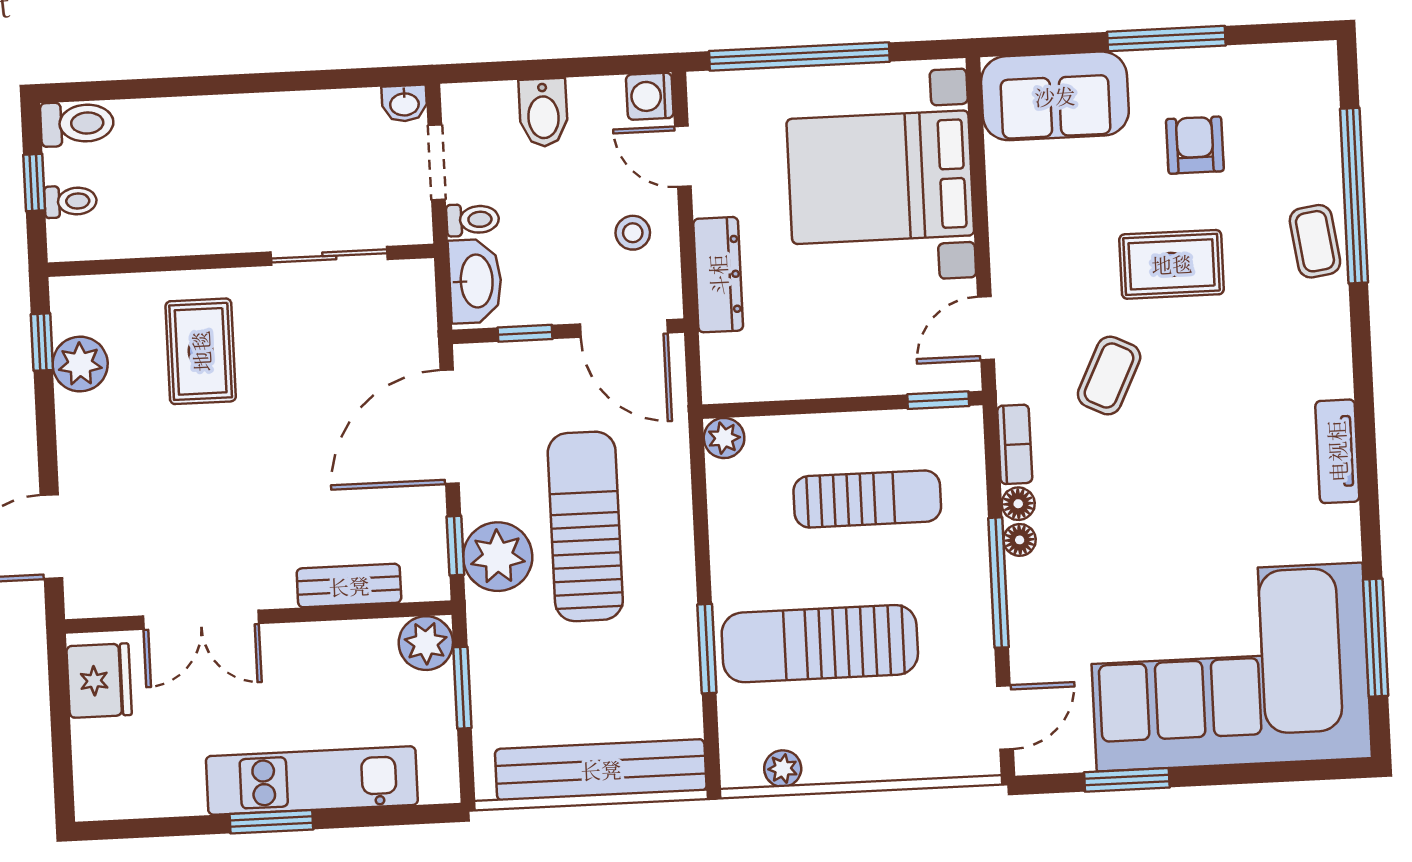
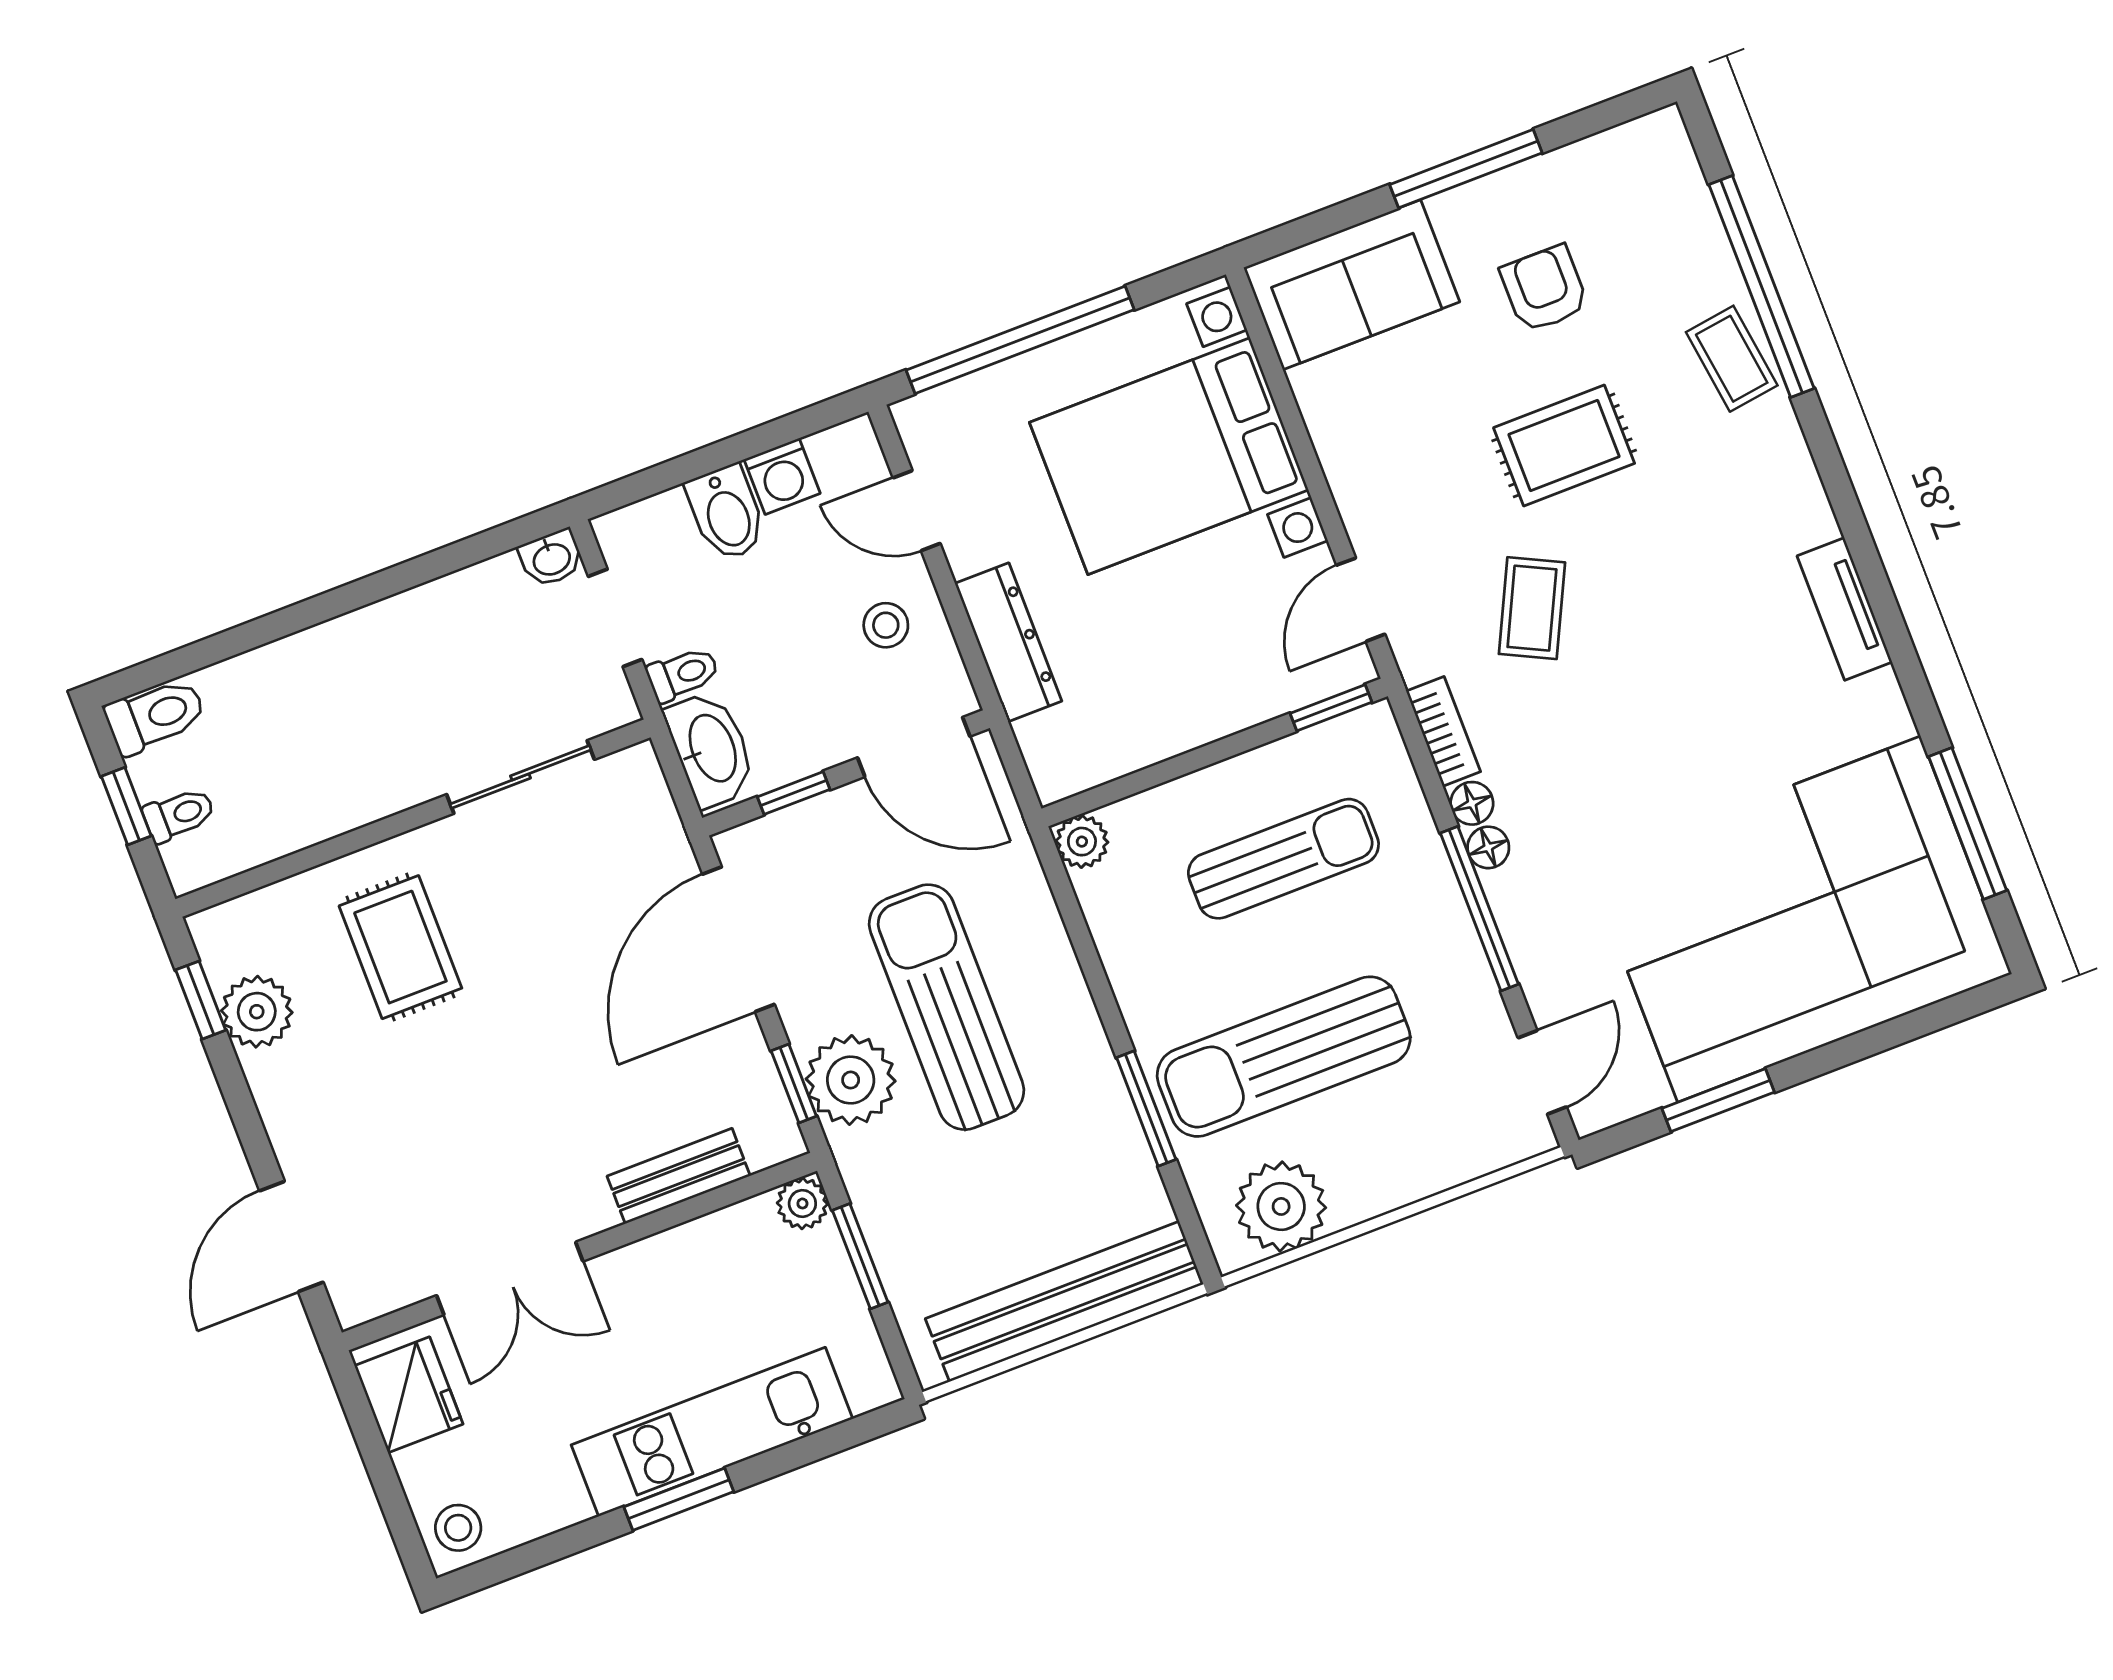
washing machine: (650, 96) -> (782, 476), moved, turned -90
plant: (426, 643) -> (802, 1203), width x0.73, depth x0.73
plant: (783, 769) -> (1281, 1206), width x1.88, depth x1.88
stool: (103, 790) -> (458, 1528), added

